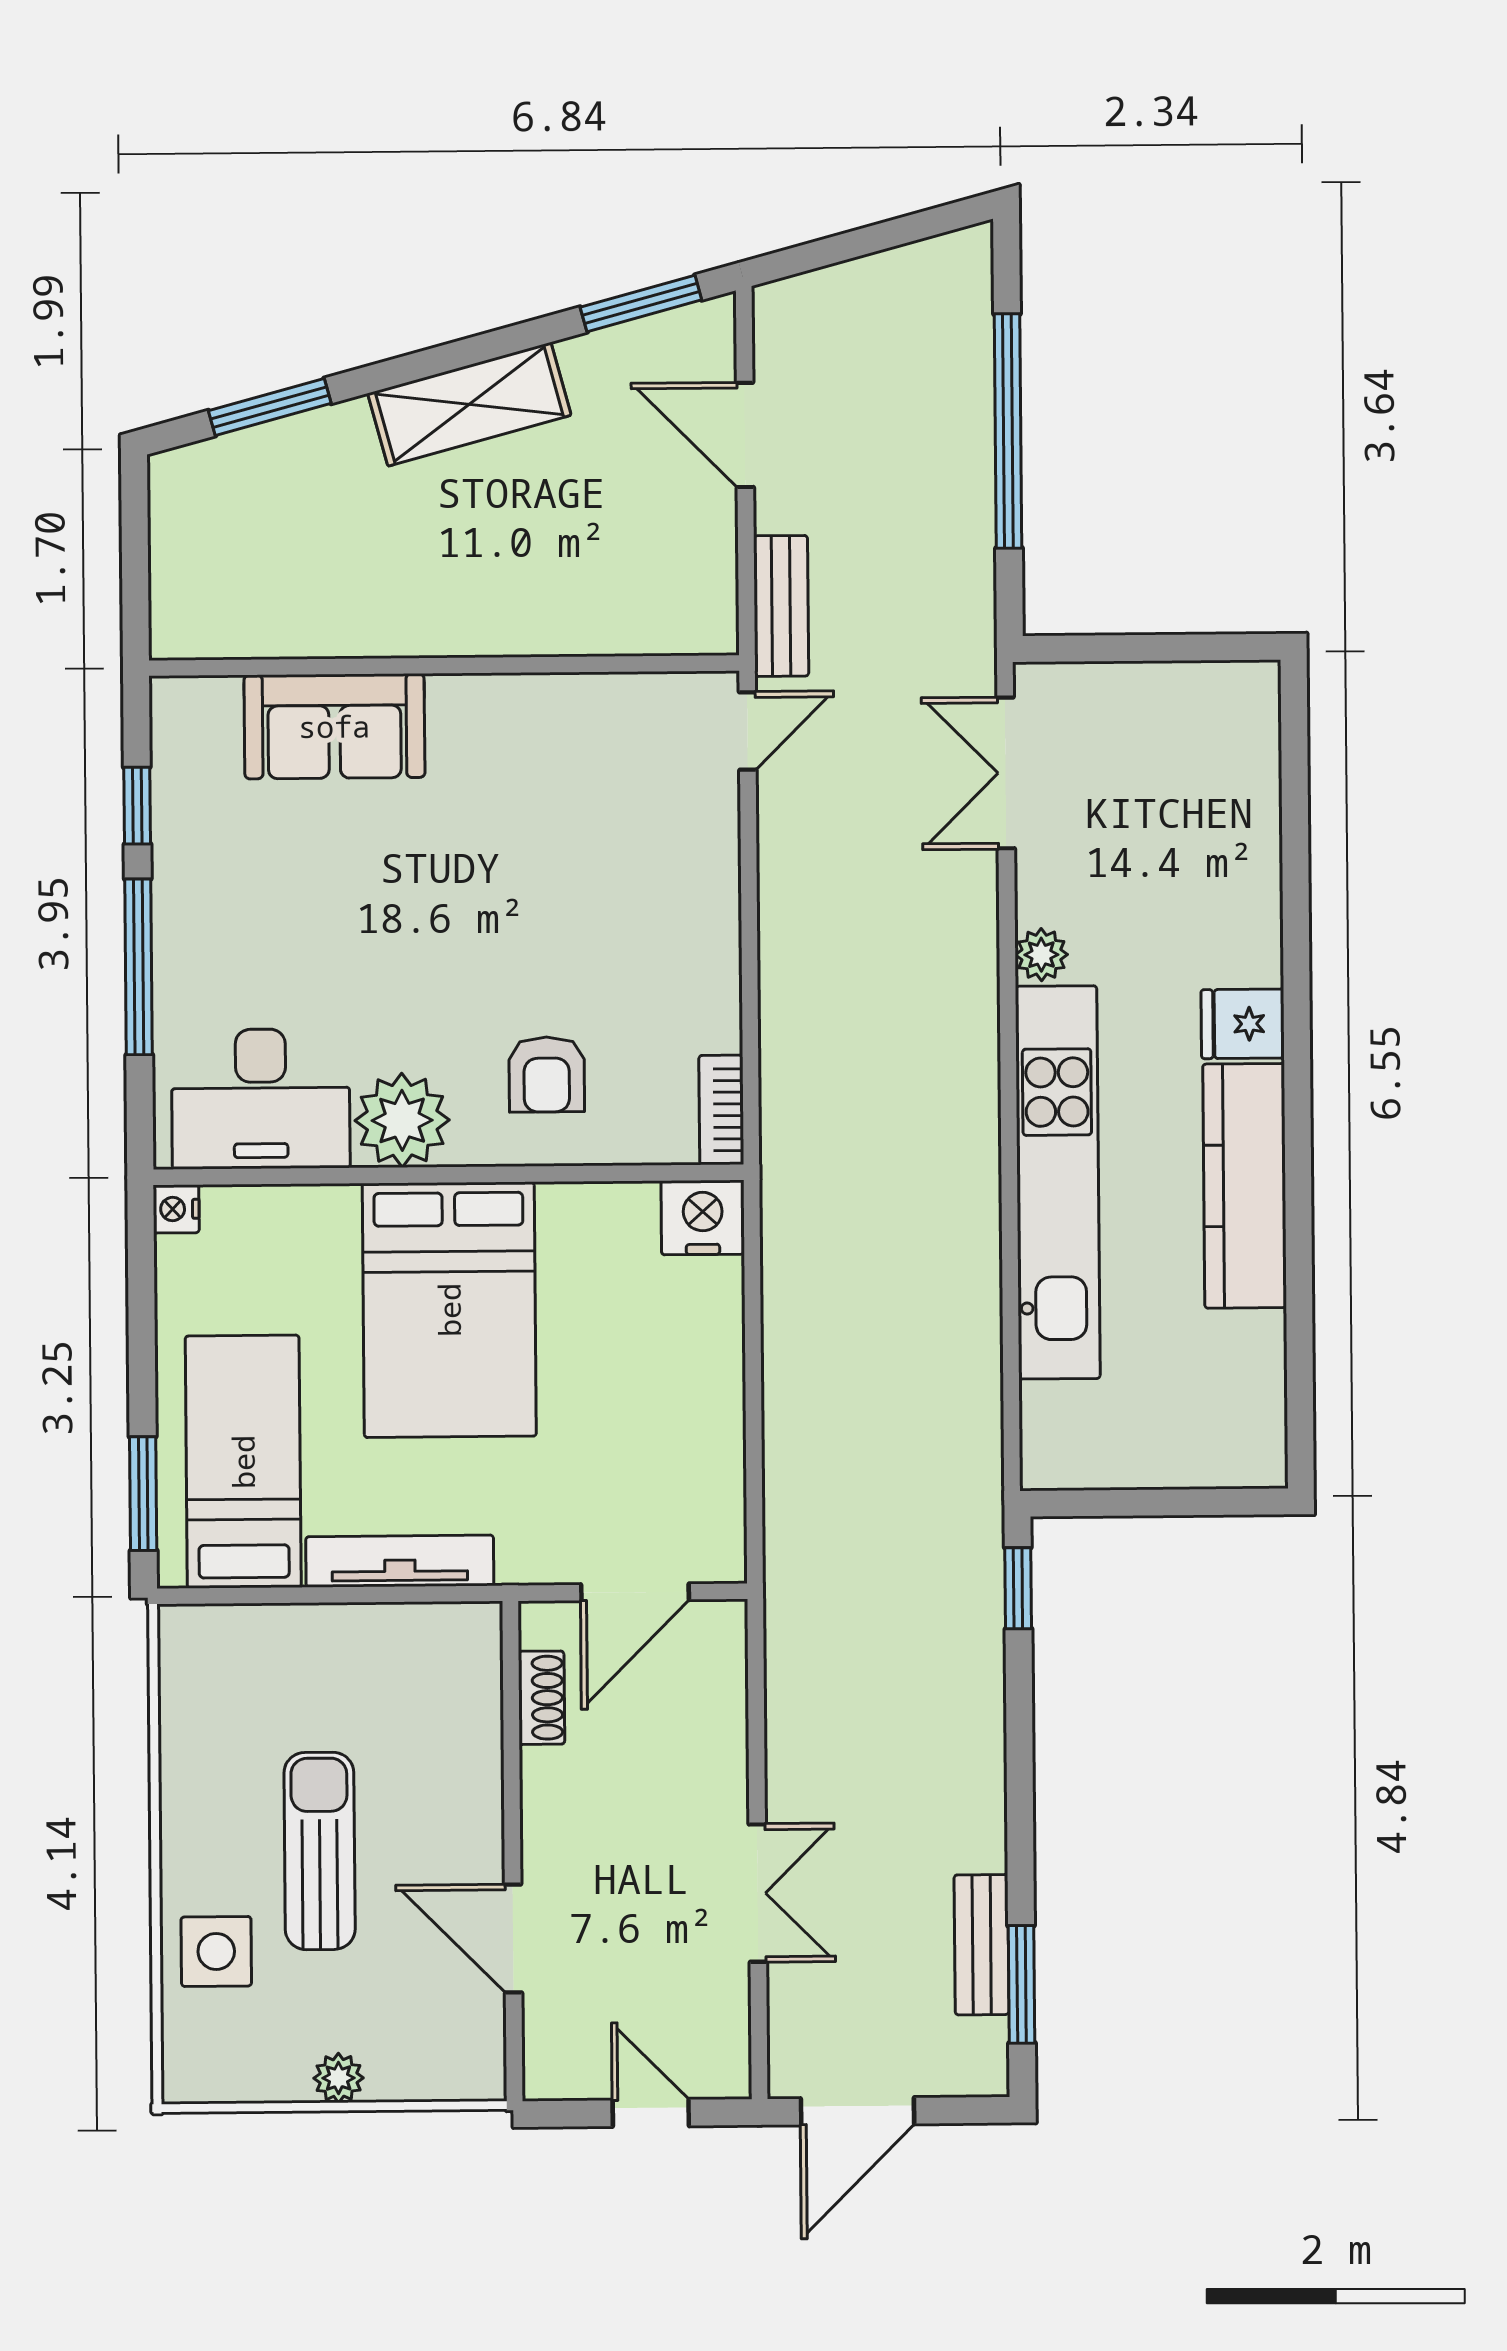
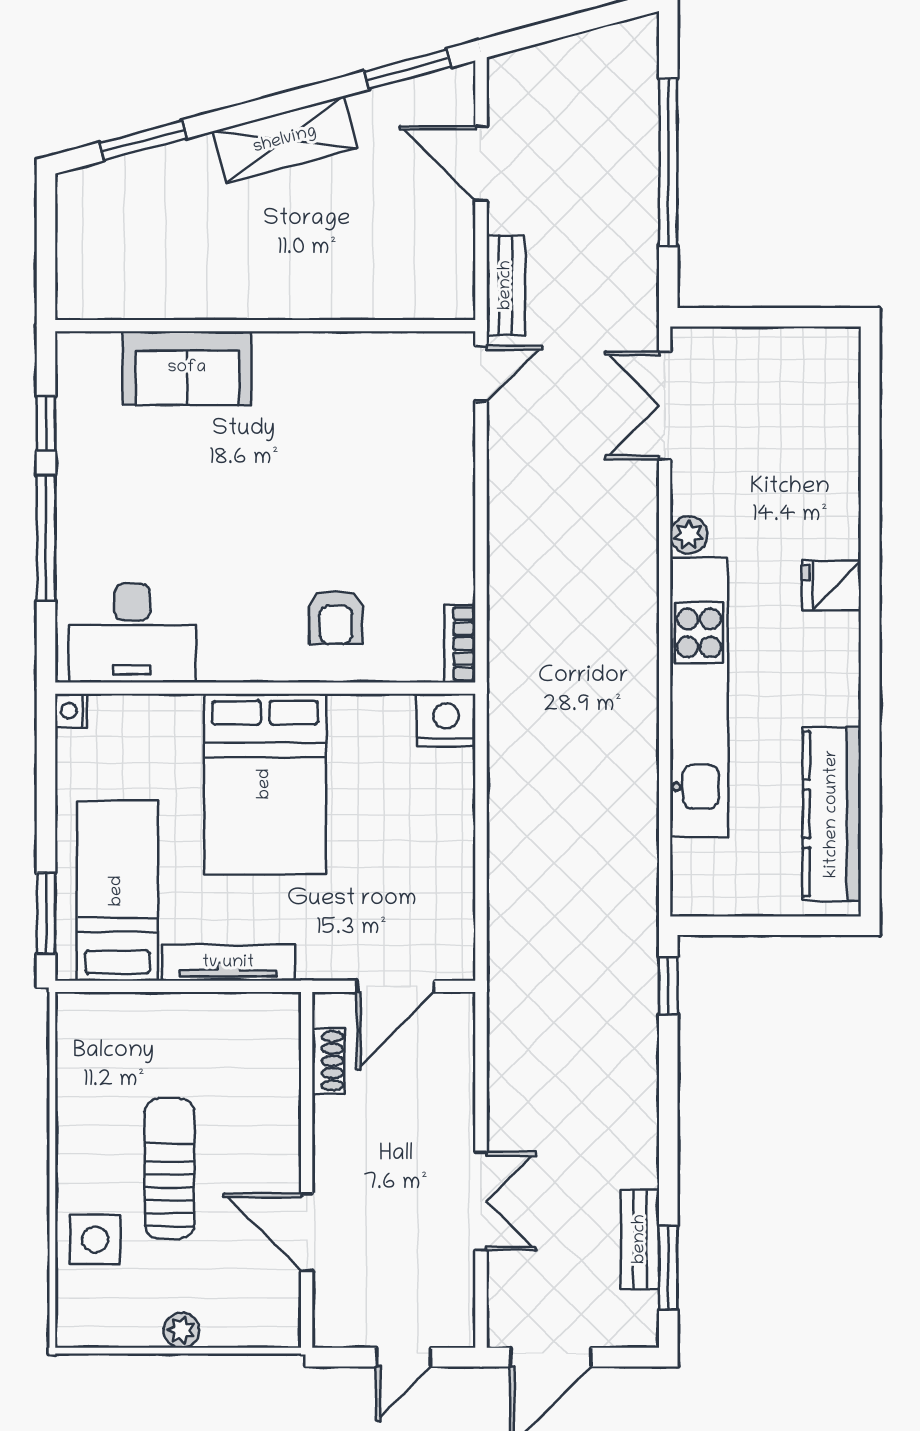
plant: (402, 1120) -> (233, 649), removed
kitchen counter: (1245, 1186) -> (832, 814), moved
door: (651, 2113) -> (403, 1357), swing flipped

